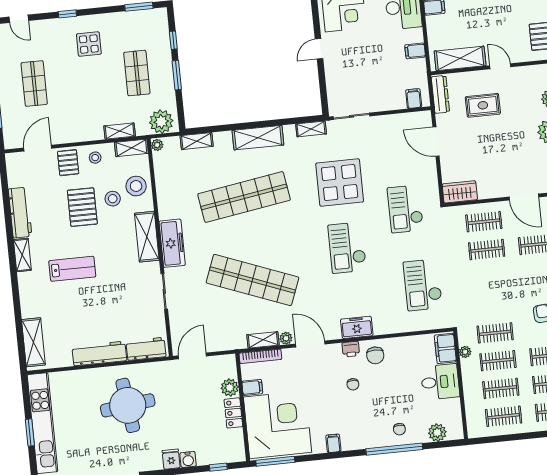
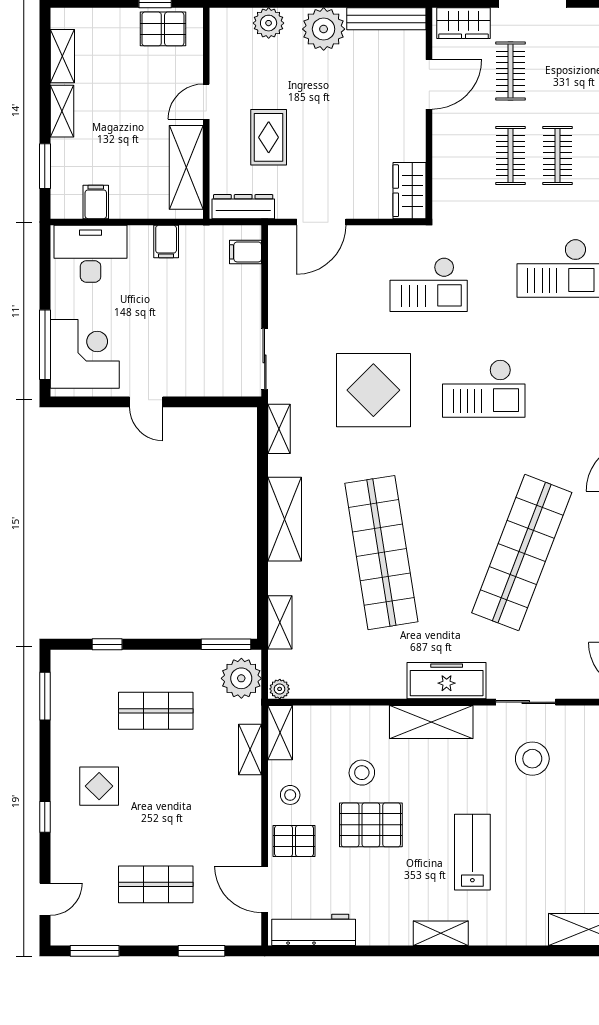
window: (177, 75) -> (226, 644), moved
stool: (136, 186) -> (532, 759), moved
workbench: (20, 213) -> (314, 930), moved
clothes rail: (484, 222) -> (557, 156), moved

